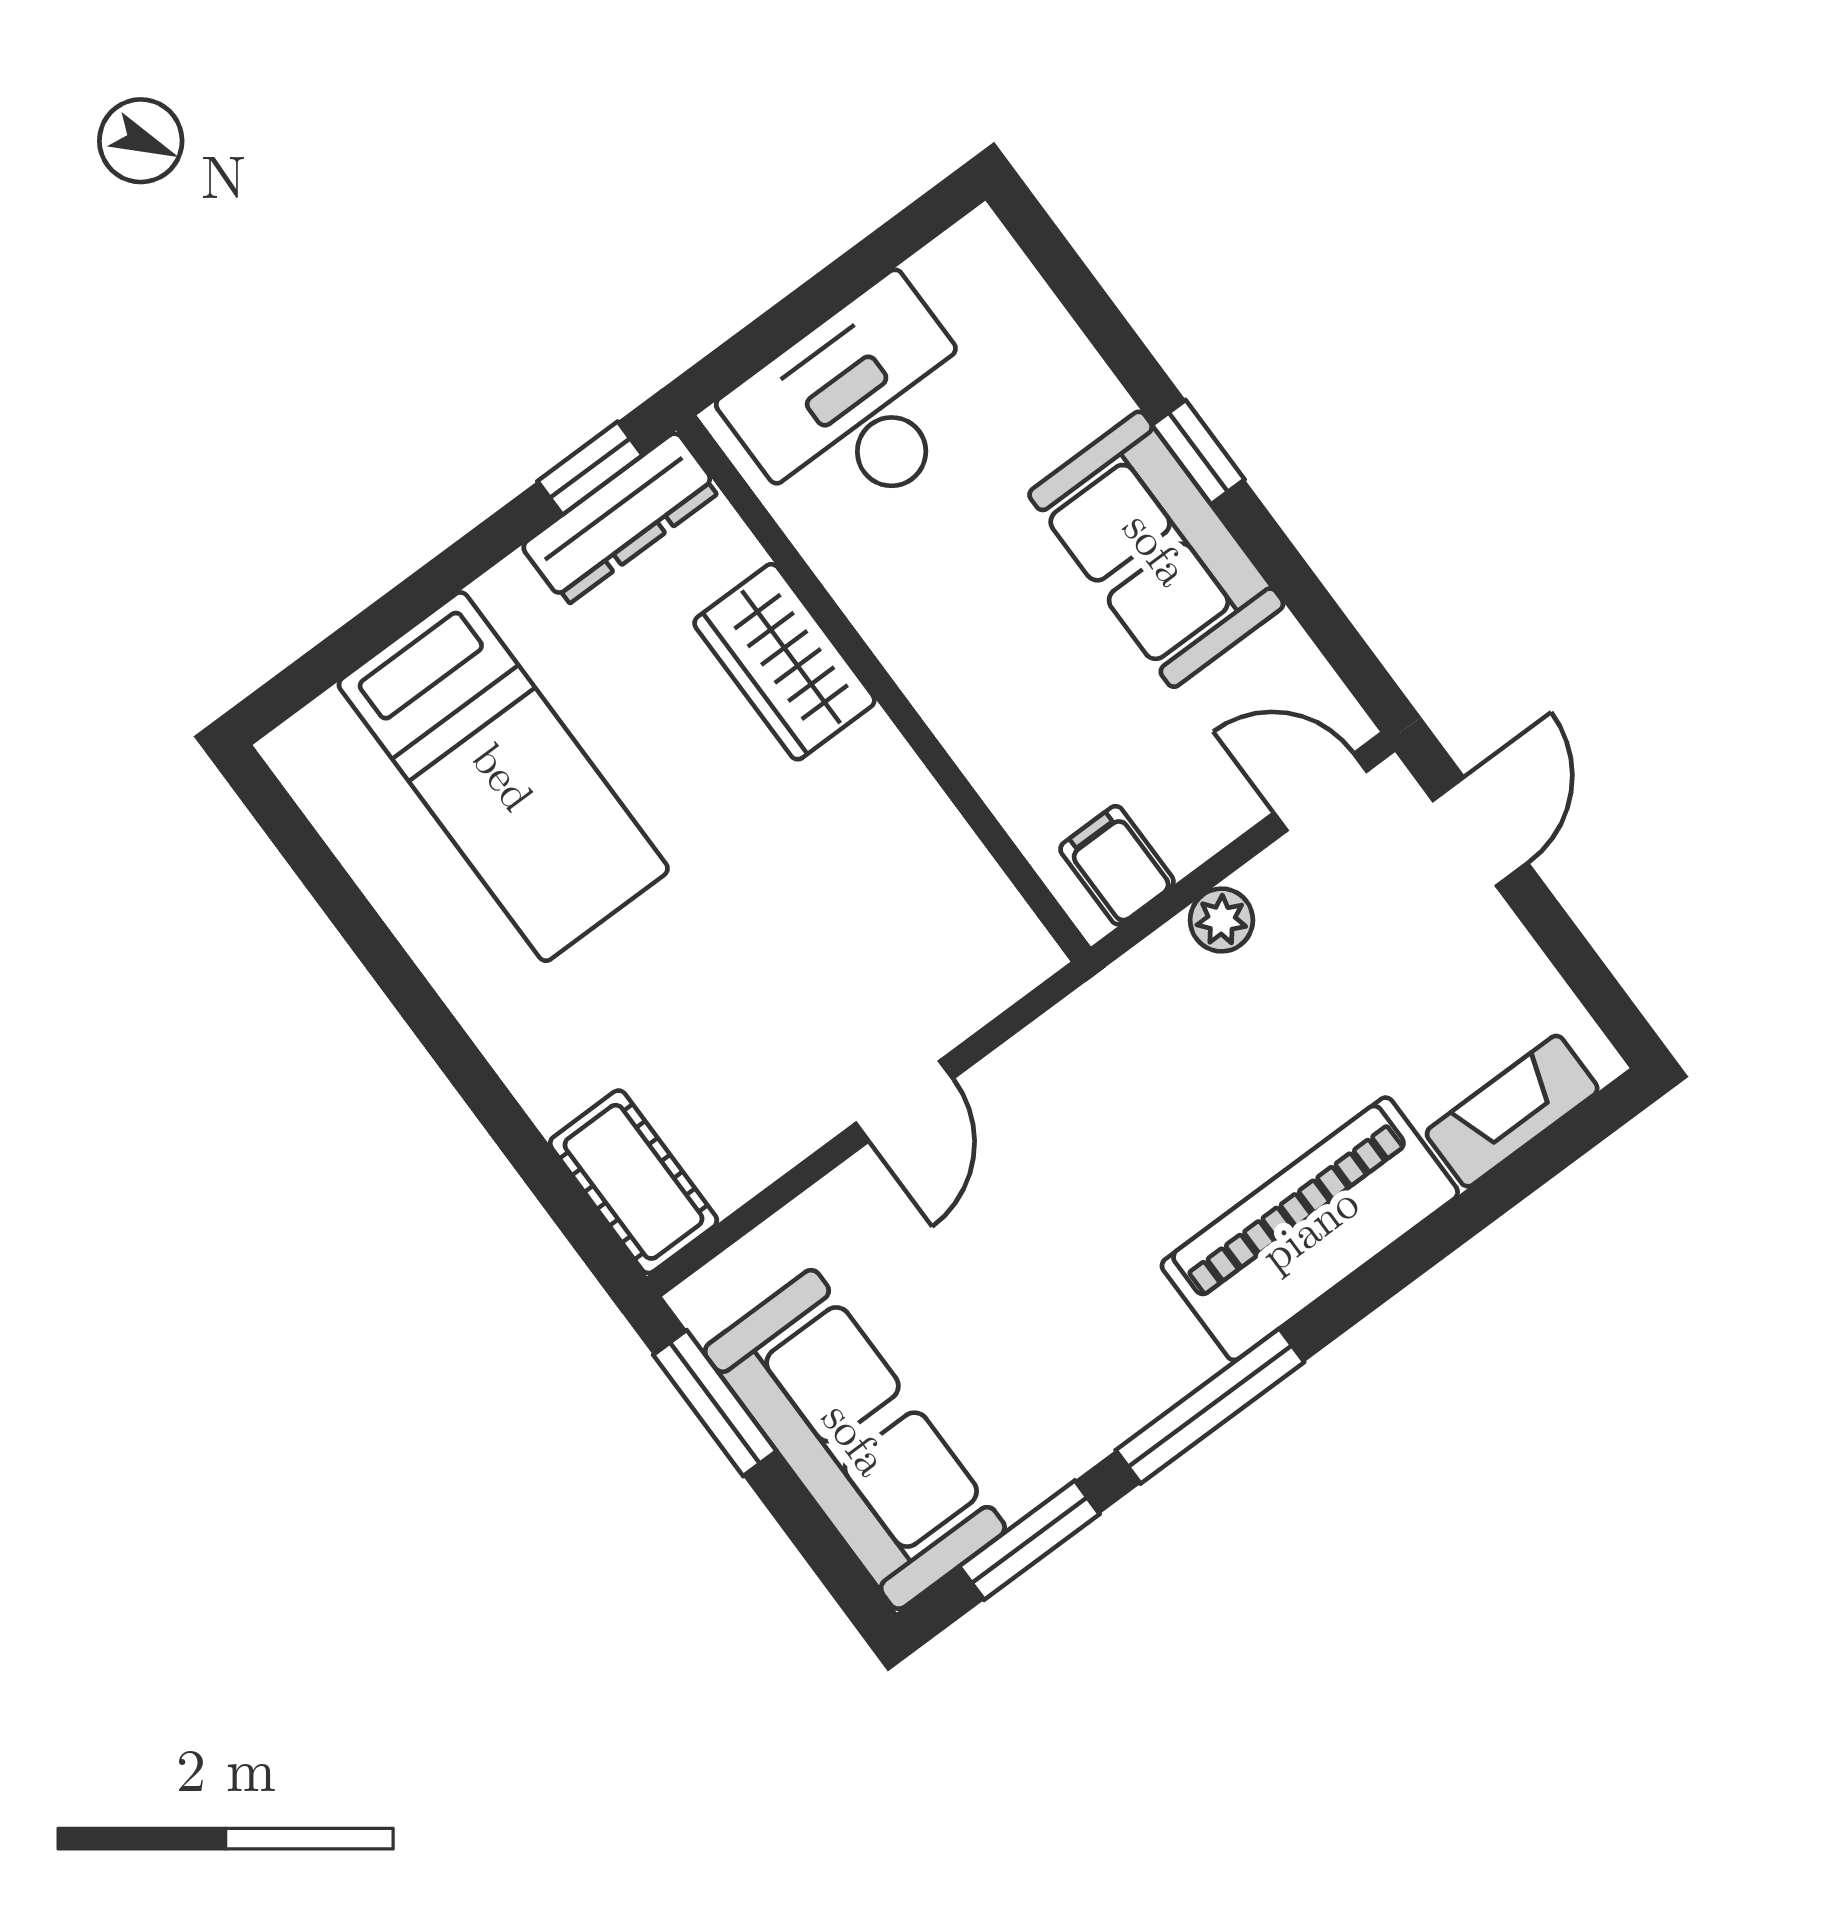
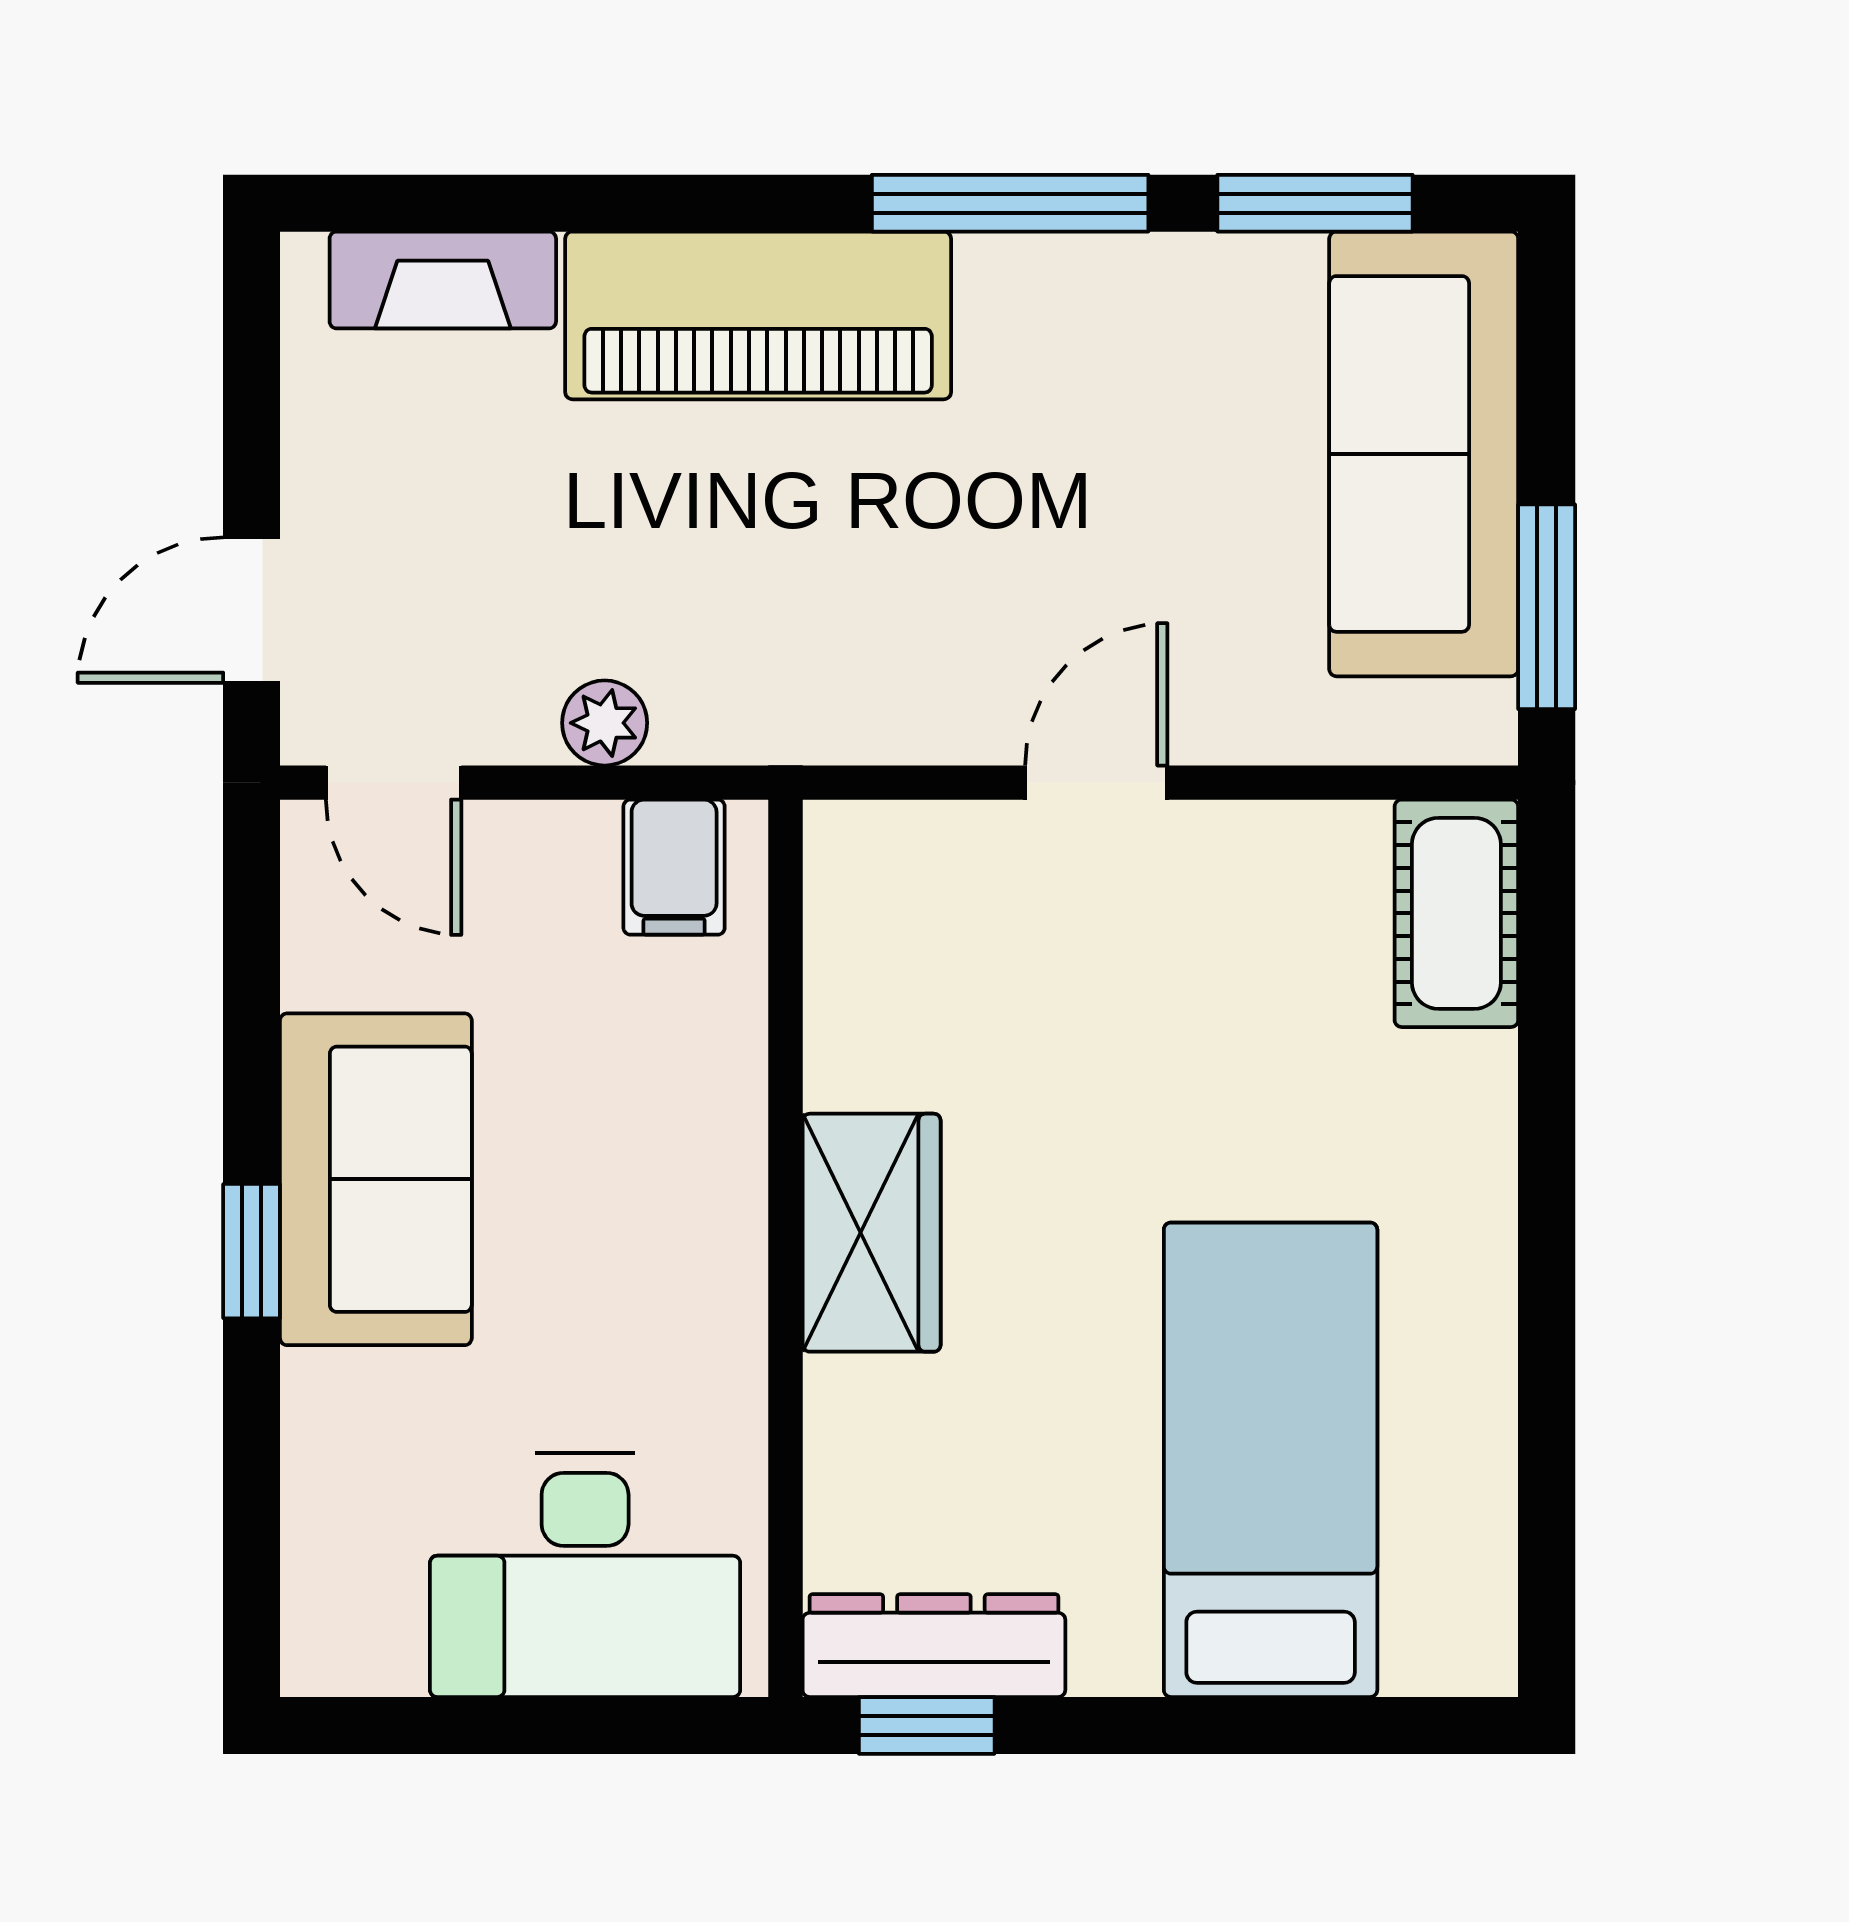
wardrobe: (784, 662) -> (872, 1233), moved

